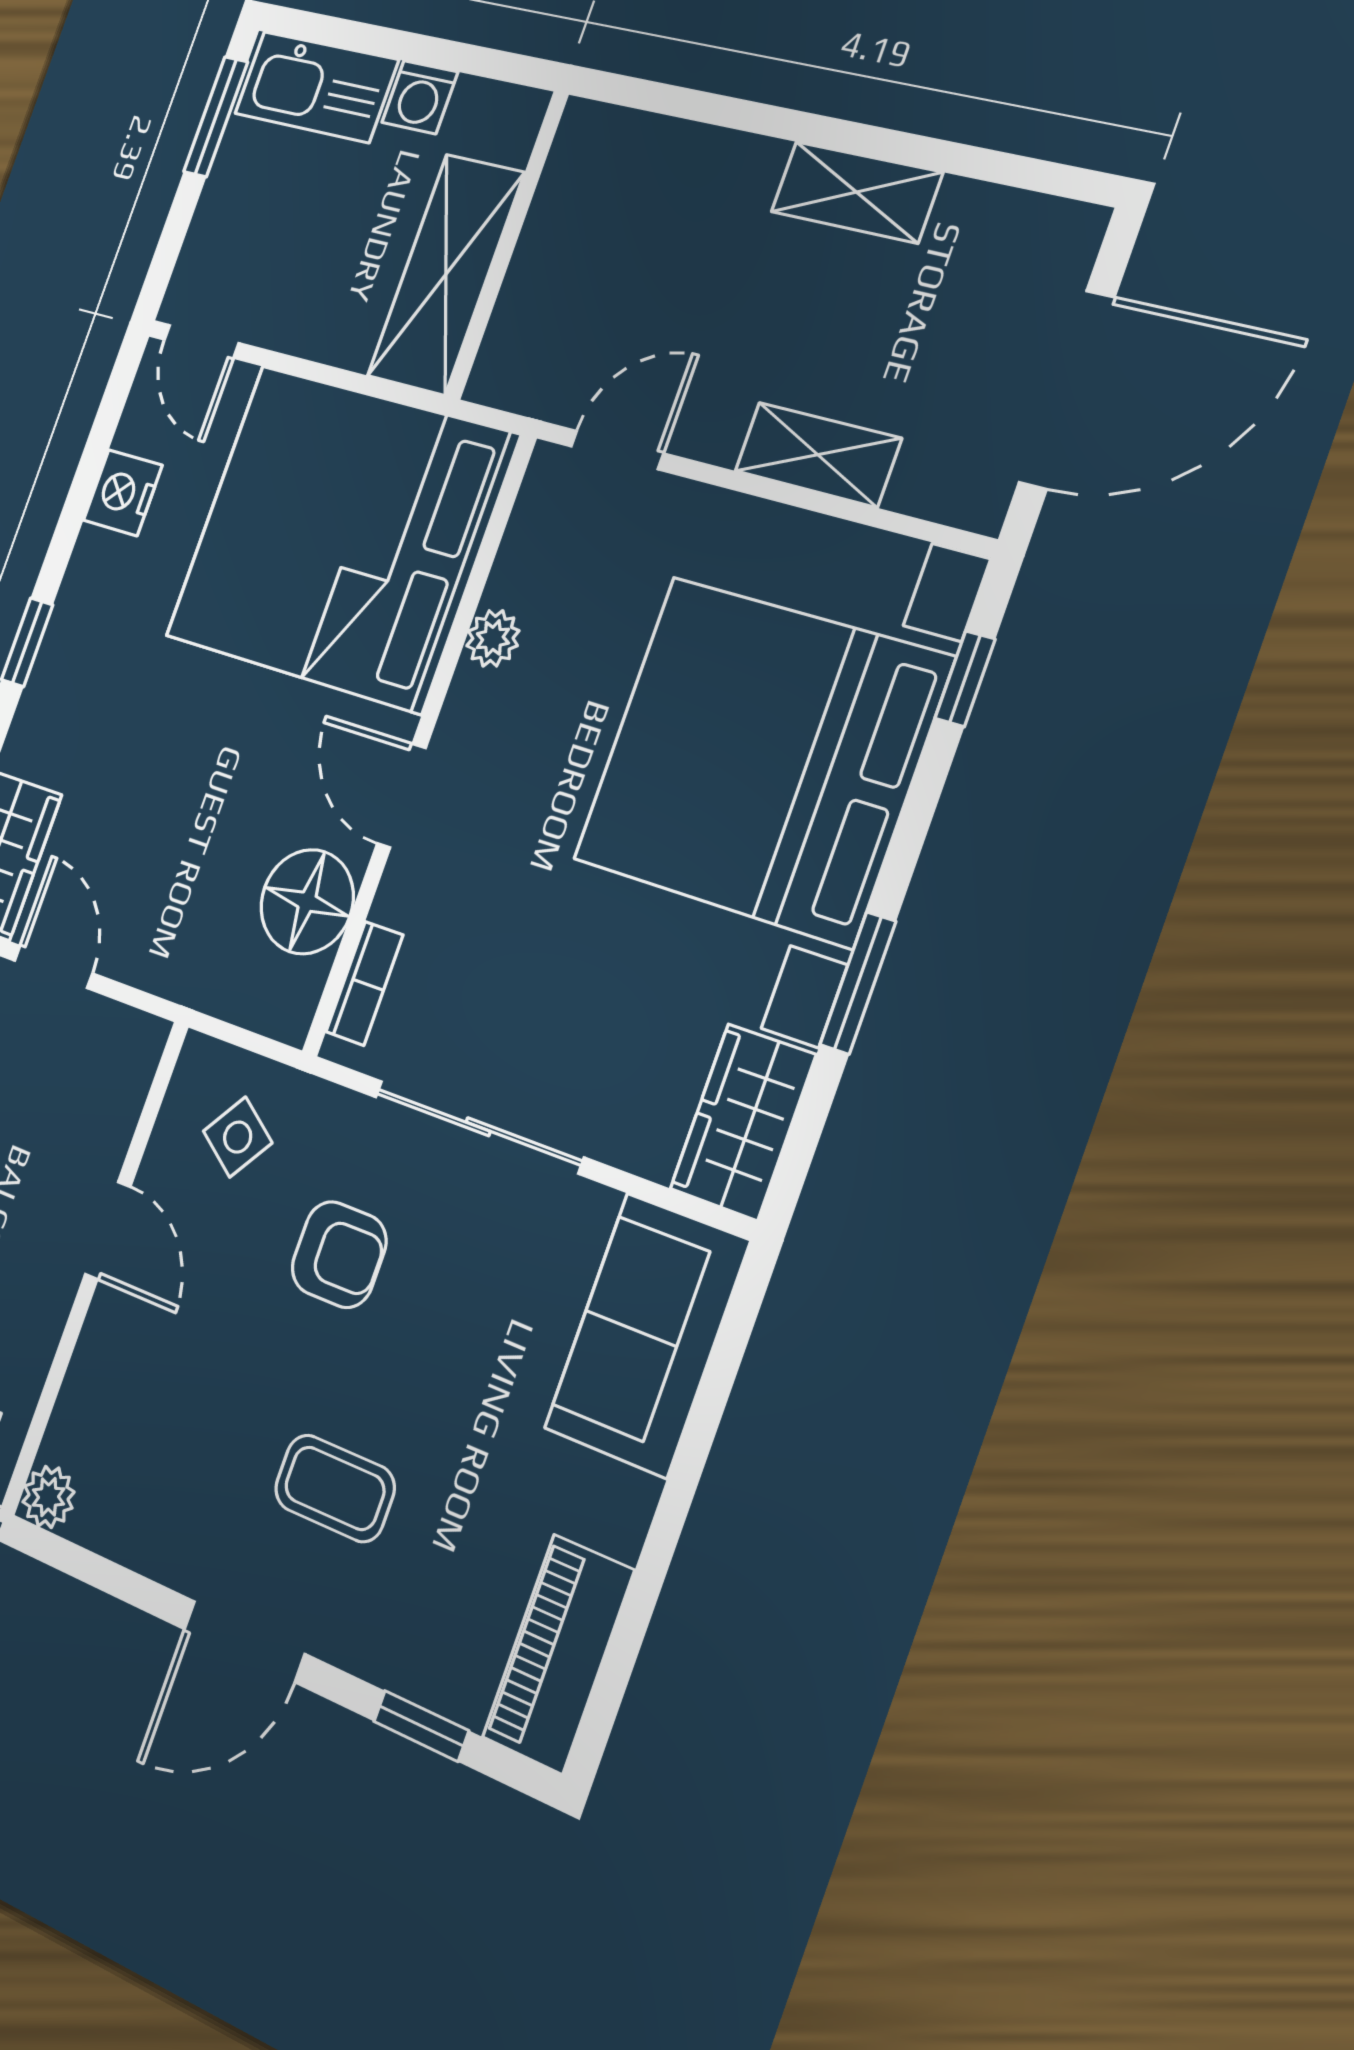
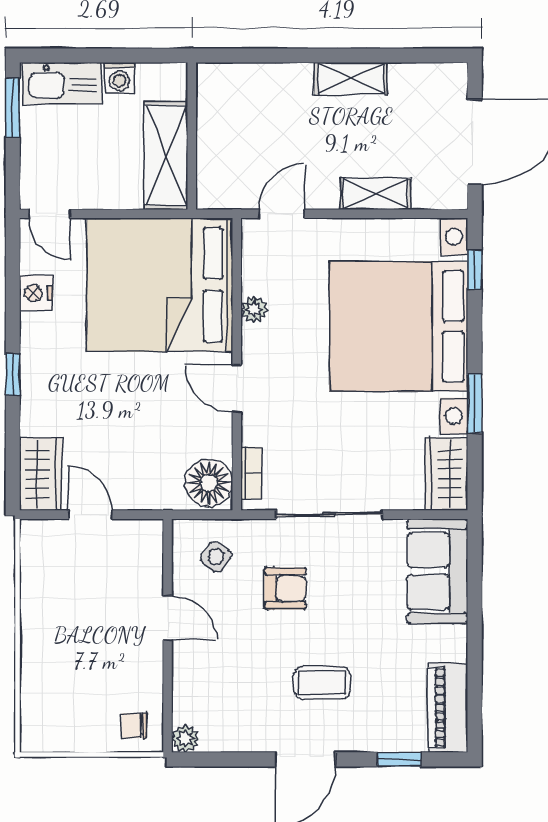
floor lamp: (307, 902) -> (209, 483), moved

